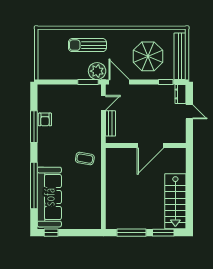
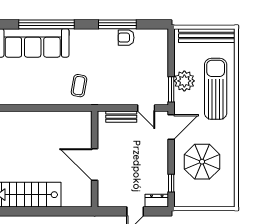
sun lounger: (87, 45) -> (216, 89), width x1.36, depth x1.34
bench: (180, 56) -> (207, 36), moved
plant: (97, 71) -> (184, 81), moved

